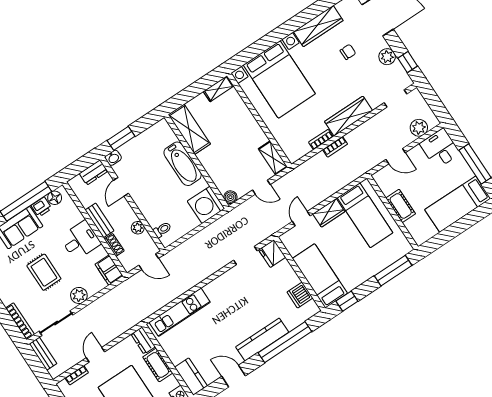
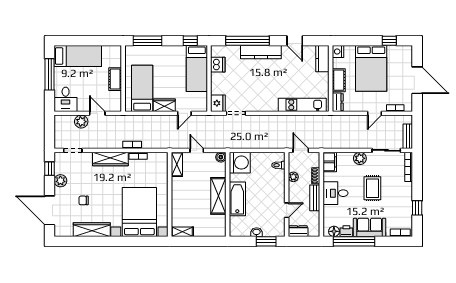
plant: (419, 128) -> (81, 122), moved
shelving: (189, 129) -> (218, 196), moved
washbasin: (113, 158) -> (257, 232), moved

